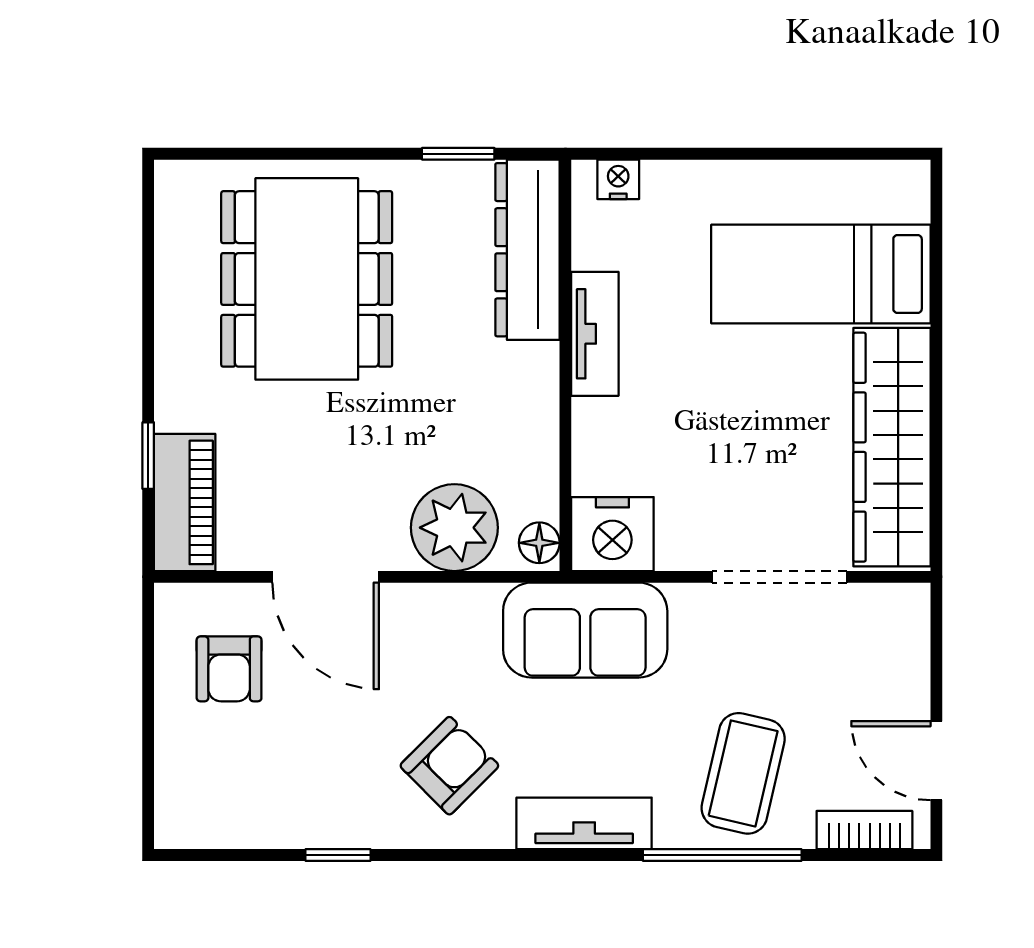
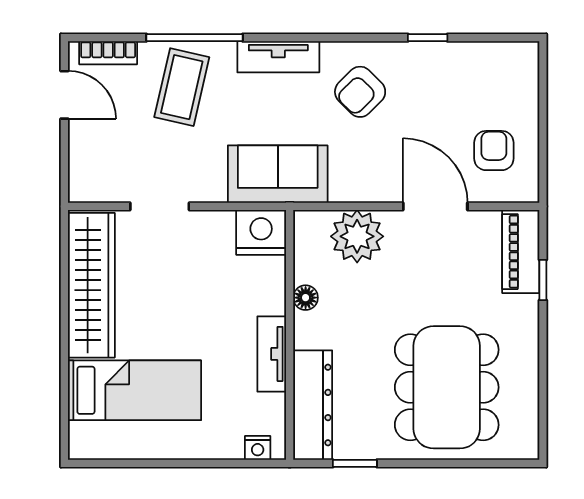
floor lamp: (539, 543) -> (306, 298), moved
doorway: (780, 577) -> (160, 206), width x0.73

